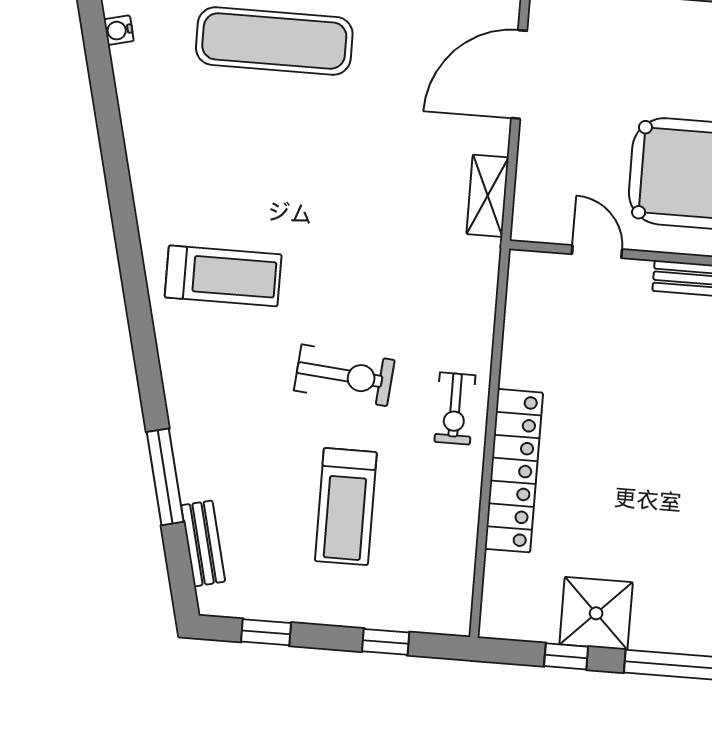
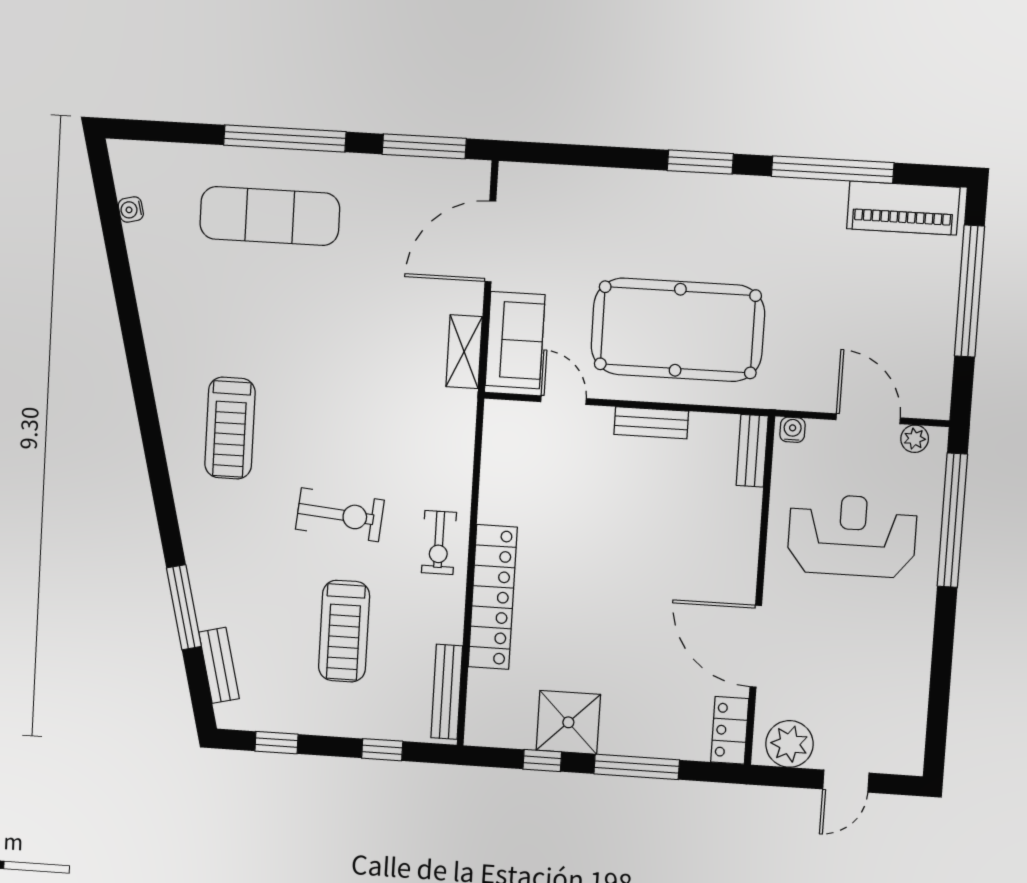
sofa: (544, 184) -> (515, 340), added
treadmill: (223, 276) -> (230, 428), turned 90
bench: (460, 577) -> (447, 692), added

